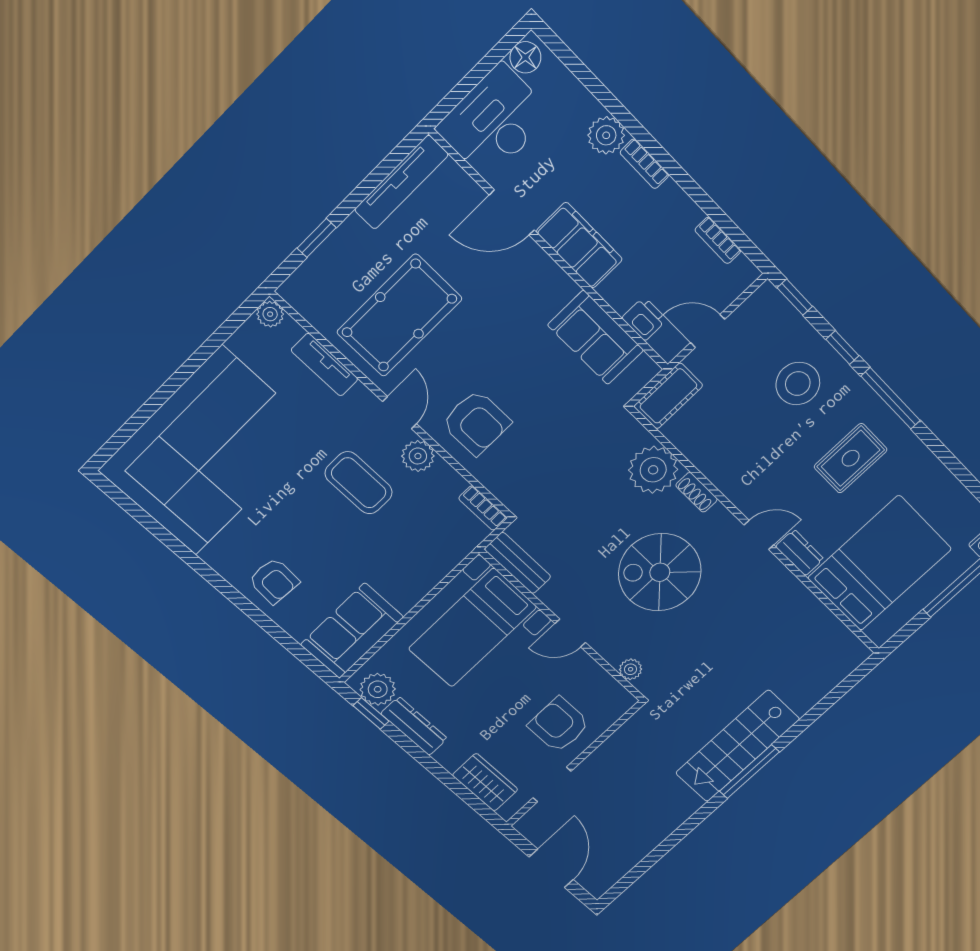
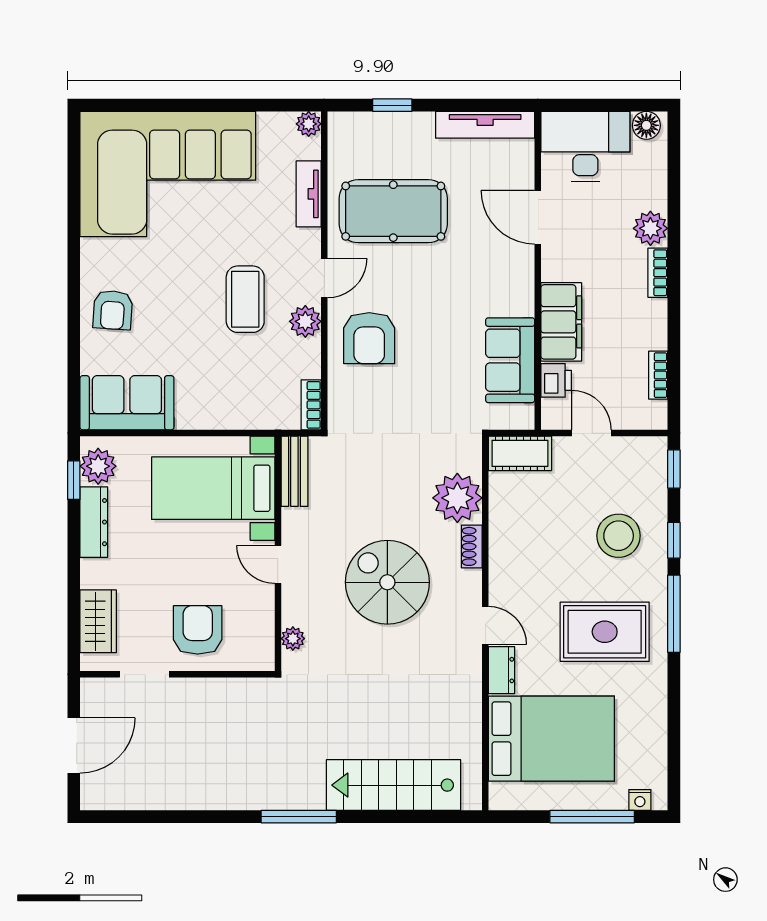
filing cabinet: (579, 245) -> (561, 322), moved
rug: (851, 458) -> (605, 632), width x1.36, depth x1.43
stairs: (738, 746) -> (394, 785), moved

